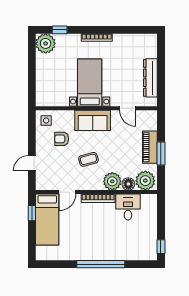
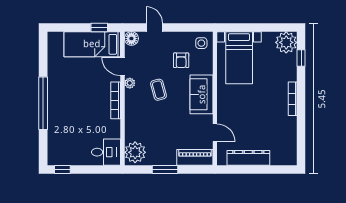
bed with nightstands: (90, 83) -> (239, 58), moved, turned 90
door: (128, 108) -> (215, 133), swing flipped
armchair: (62, 139) -> (181, 60), turned 180
piano: (150, 147) -> (195, 157), moved
plant: (112, 181) -> (130, 83), moved, width x0.53, depth x0.53
floor lamp: (128, 184) -> (131, 39), moved
desk: (128, 207) -> (106, 152), moved

